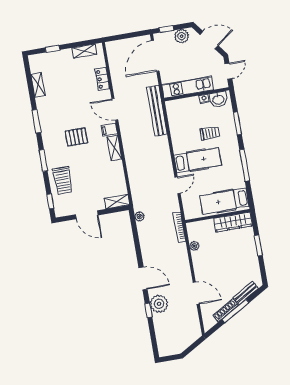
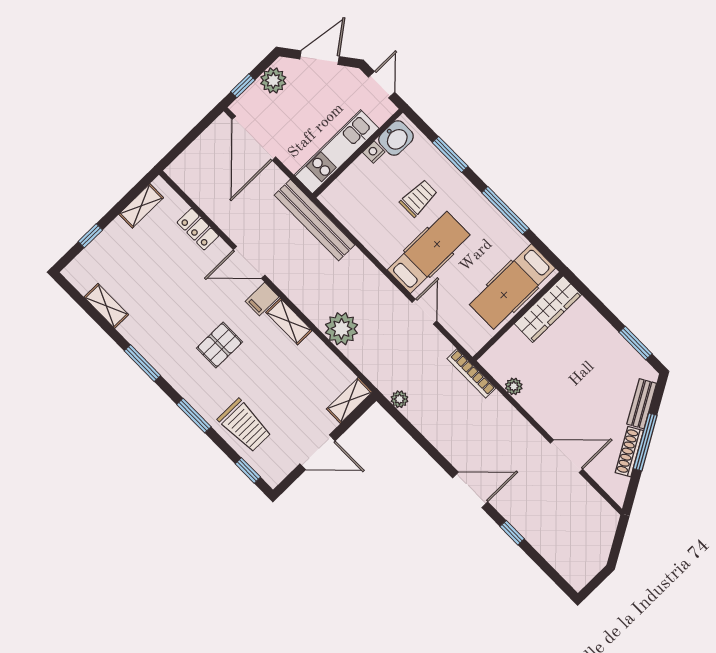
window: (258, 246) -> (635, 343), moved
plant: (159, 304) -> (341, 329), moved

